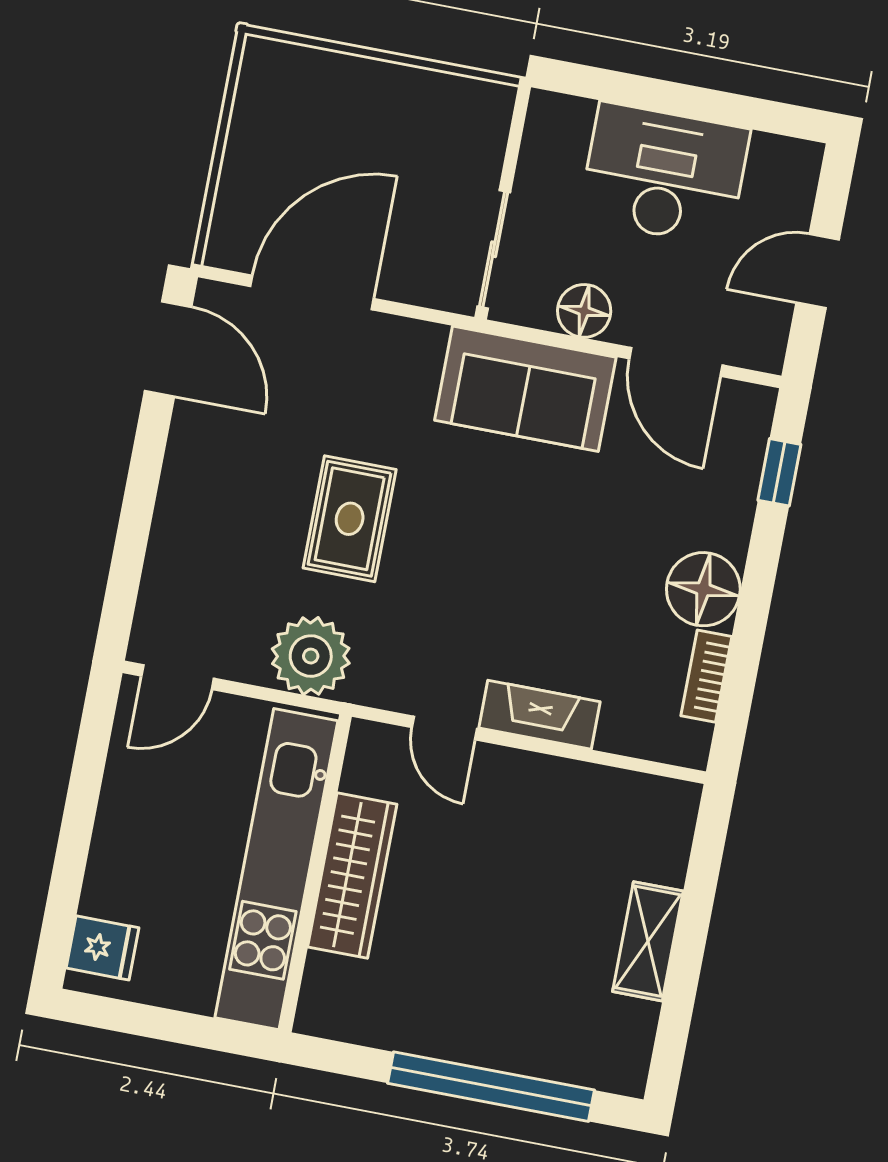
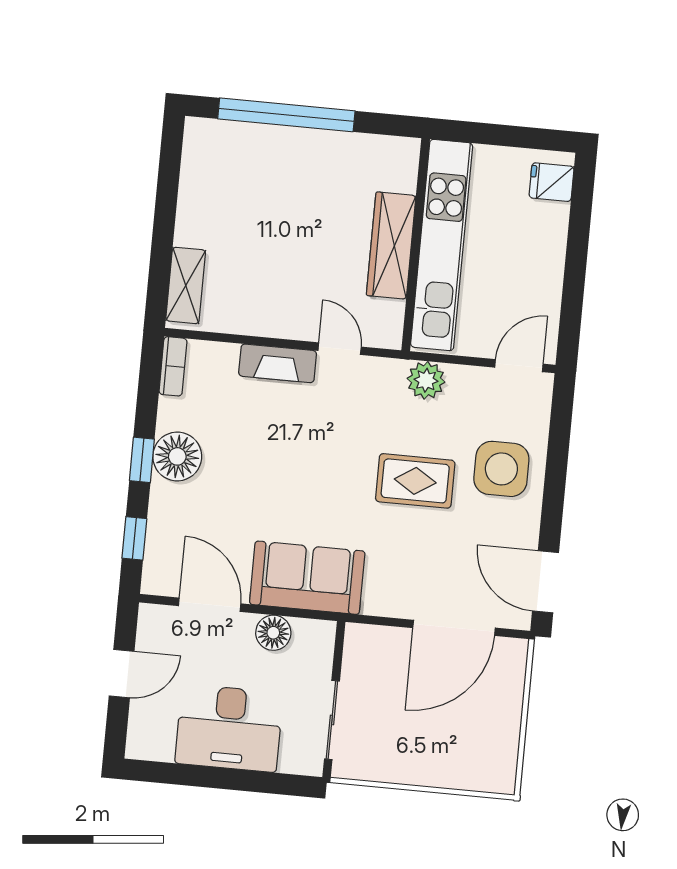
sliding door: (494, 249) -> (332, 720), moved
rug: (350, 519) -> (415, 481), turned 90
side table: (218, 524) -> (501, 469), added
window: (757, 589) -> (142, 460), added
plant: (311, 656) -> (426, 380), width x0.73, depth x0.73
bookcase: (706, 676) -> (173, 366), moved
shelving: (648, 941) -> (186, 285), moved

